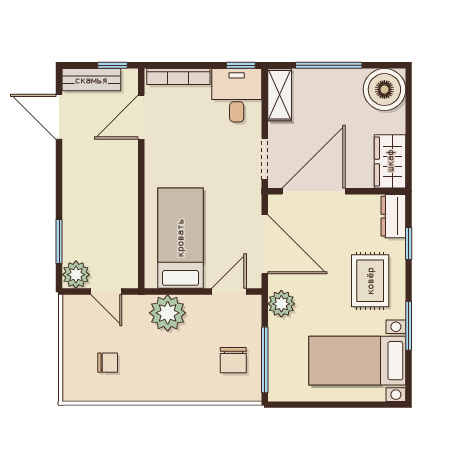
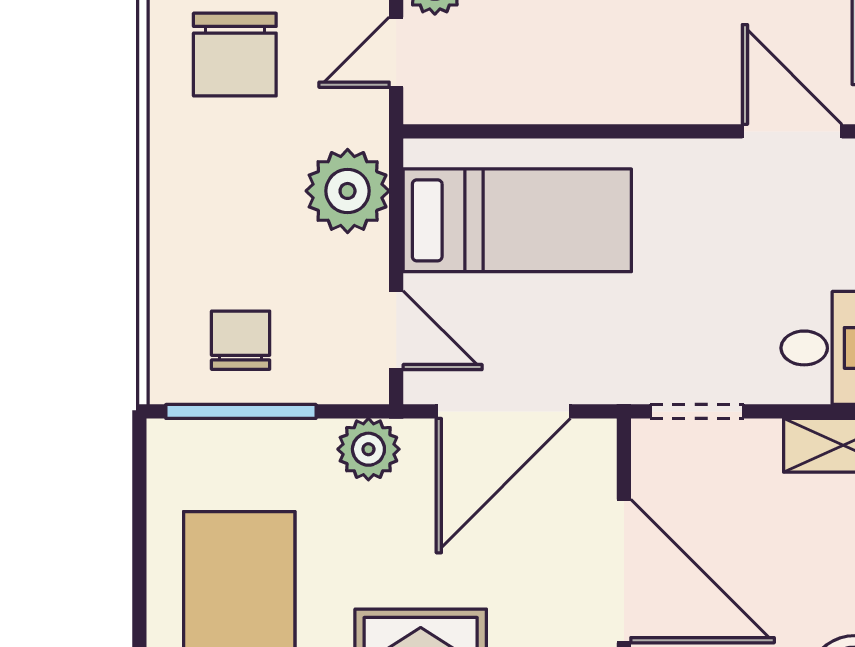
door: (314, 191) -> (624, 571), moved
chair: (233, 360) -> (241, 340), turned 90
chair: (108, 363) -> (235, 55), width x1.87, depth x1.87

